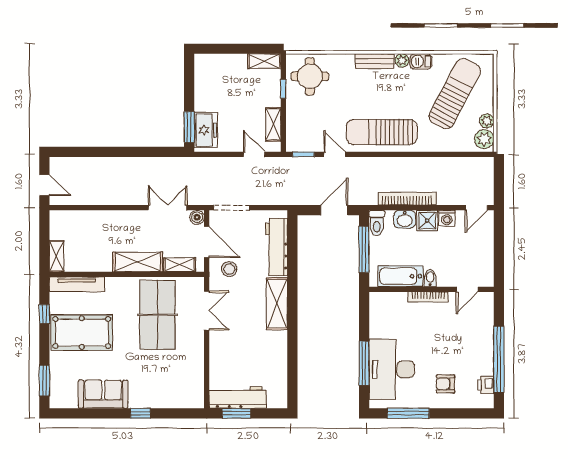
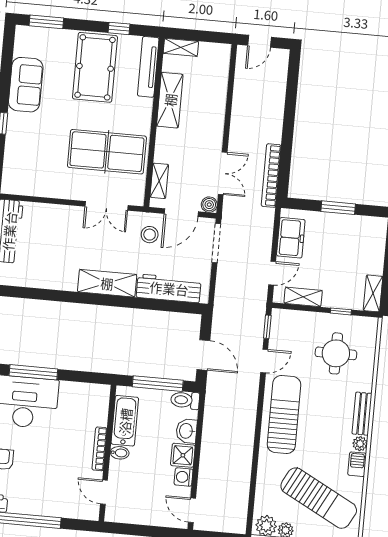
round table: (310, 76) -> (336, 353), moved
window: (189, 127) -> (338, 208), moved
freezer: (206, 130) -> (291, 238), moved, turned -90
bookcase: (407, 199) -> (271, 176), moved, turned 180
shelving: (138, 262) -> (170, 100), moved

